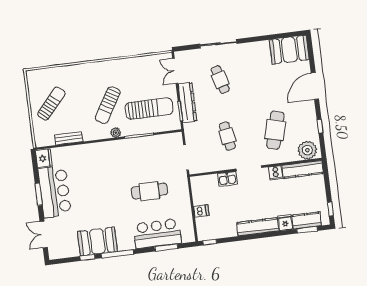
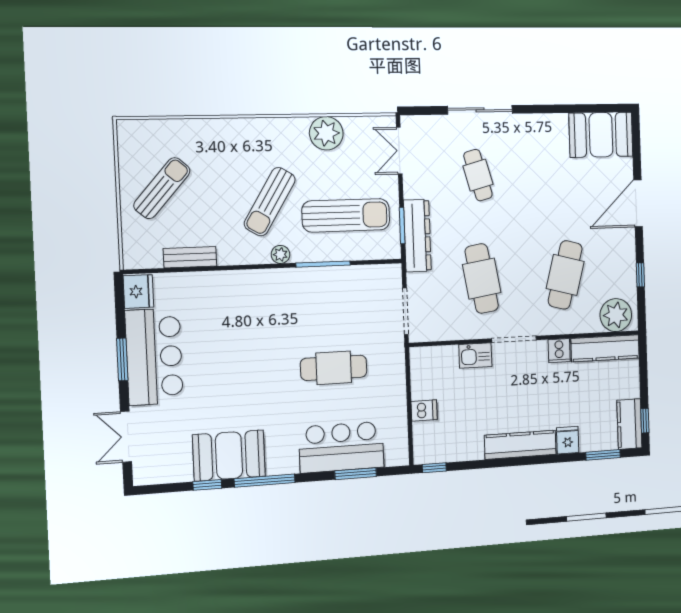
plant: (135, 66) -> (326, 133), added
dresser: (187, 103) -> (417, 236), moved
cafe table: (227, 136) -> (482, 279), width x1.37, depth x1.35
kitchen counter: (307, 220) -> (629, 424), moved, turned -90

